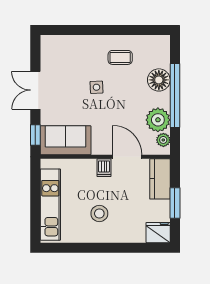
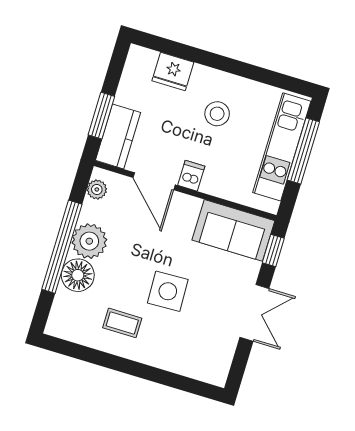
side table: (96, 87) -> (168, 291), width x1.87, depth x1.87
plant: (158, 120) -> (89, 241), moved
window: (175, 203) -> (101, 116), moved
window: (35, 206) -> (303, 151), added
fridge: (158, 233) -> (173, 71), moved

